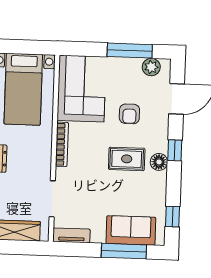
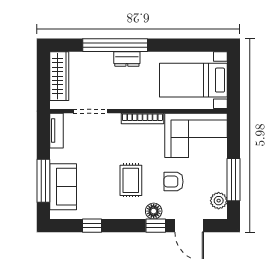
window: (175, 150) -> (156, 226), moved
floor lamp: (159, 162) -> (154, 211), moved
window: (172, 217) -> (92, 226), moved

